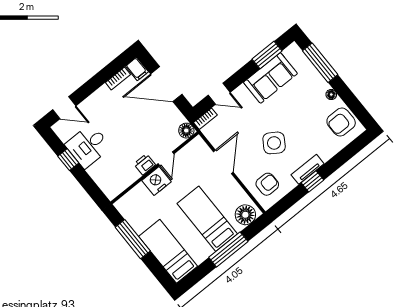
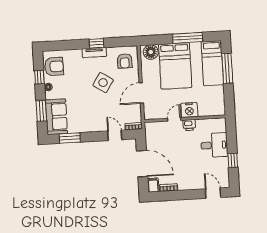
window: (320, 63) -> (41, 111), width x0.69
sofa: (270, 78) -> (56, 117), moved, turned 90
window: (349, 98) -> (39, 77), added
floor lamp: (186, 131) -> (150, 127), removed
desk: (88, 146) -> (214, 145), moved
armchair: (267, 184) -> (125, 61), turned -90
bed: (207, 219) -> (175, 66), width x1.50
window: (133, 239) -> (227, 68), moved
window: (228, 249) -> (188, 38), moved

